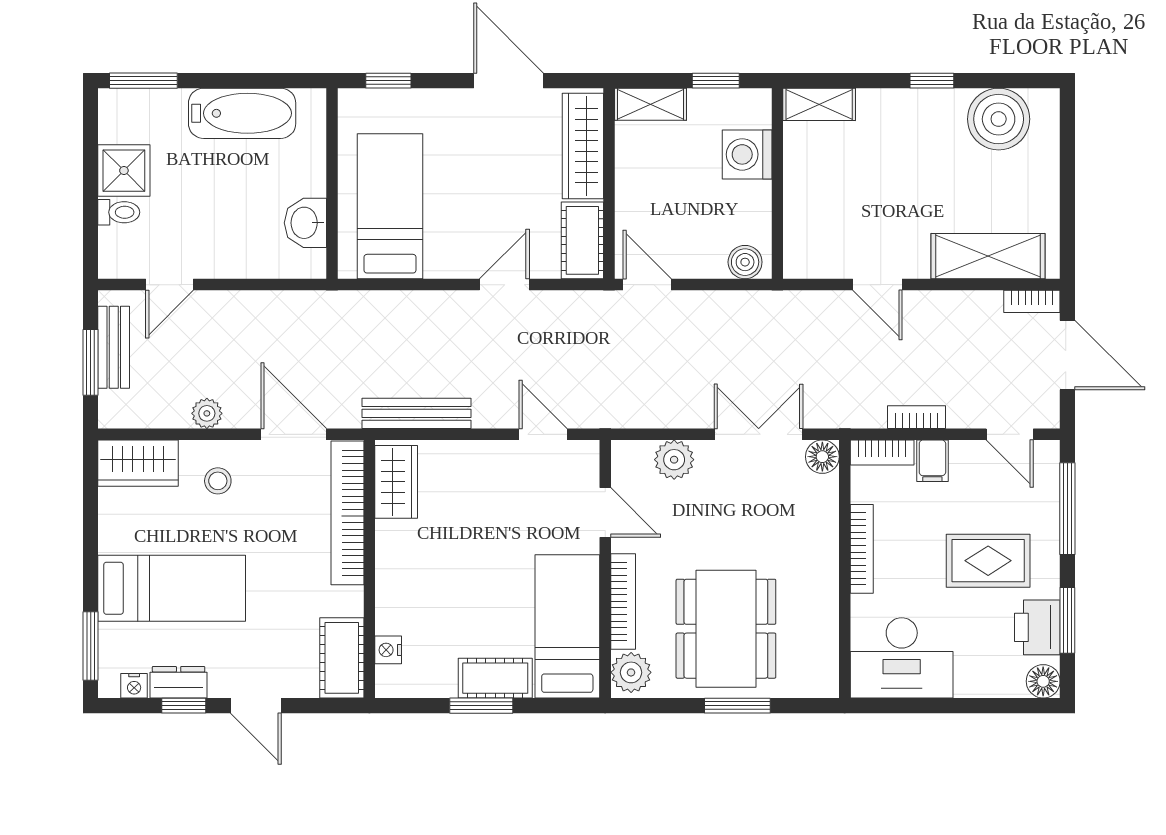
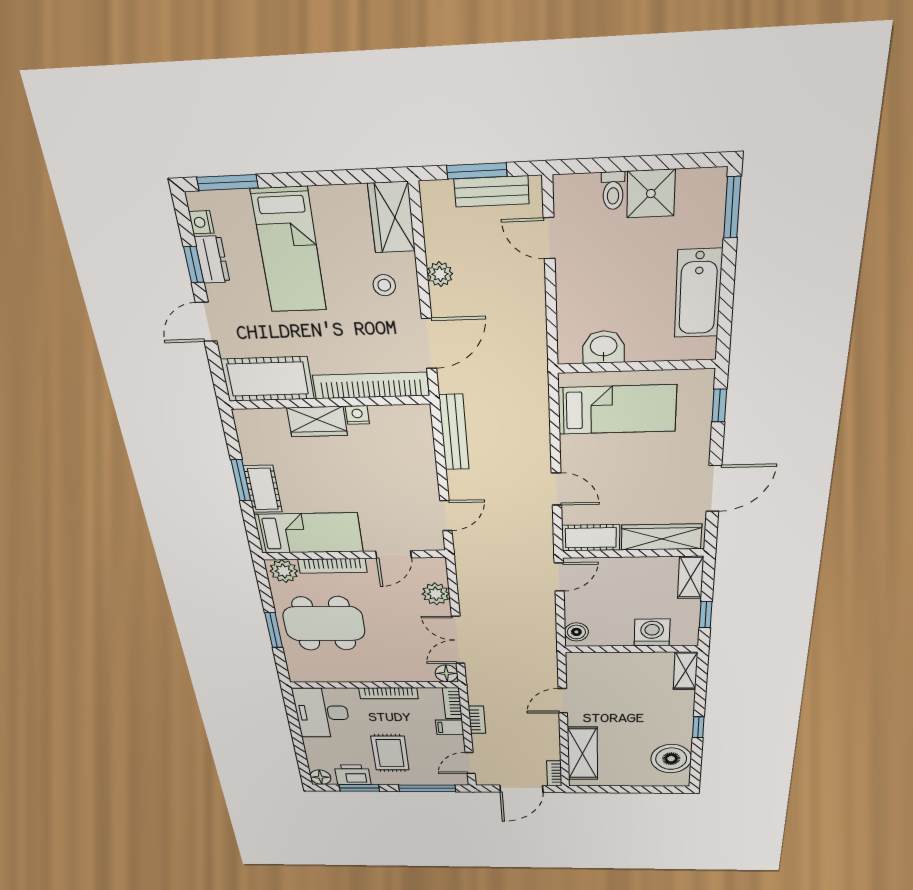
double door: (759, 434) -> (458, 640), swing flipped
wardrobe: (396, 482) -> (317, 422), moved
nightstand: (388, 650) -> (357, 415), moved
cot: (342, 658) -> (268, 379), width x1.37, depth x1.34

